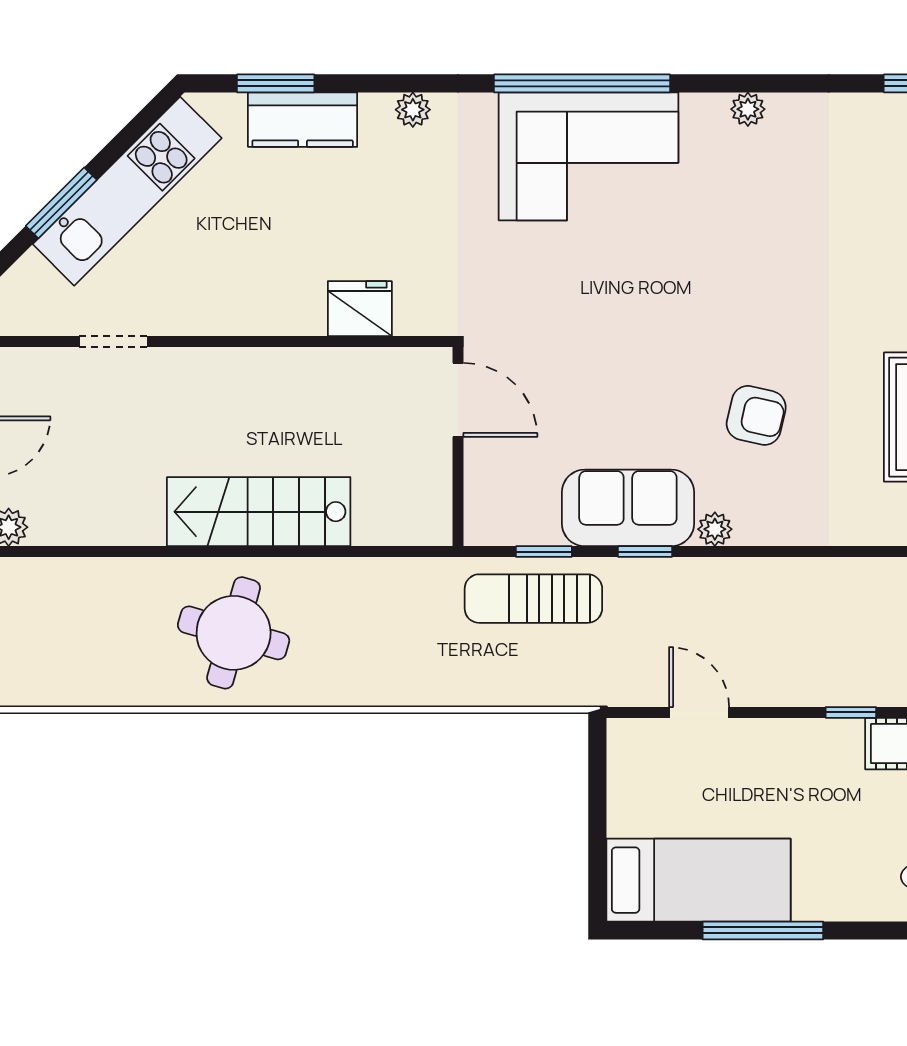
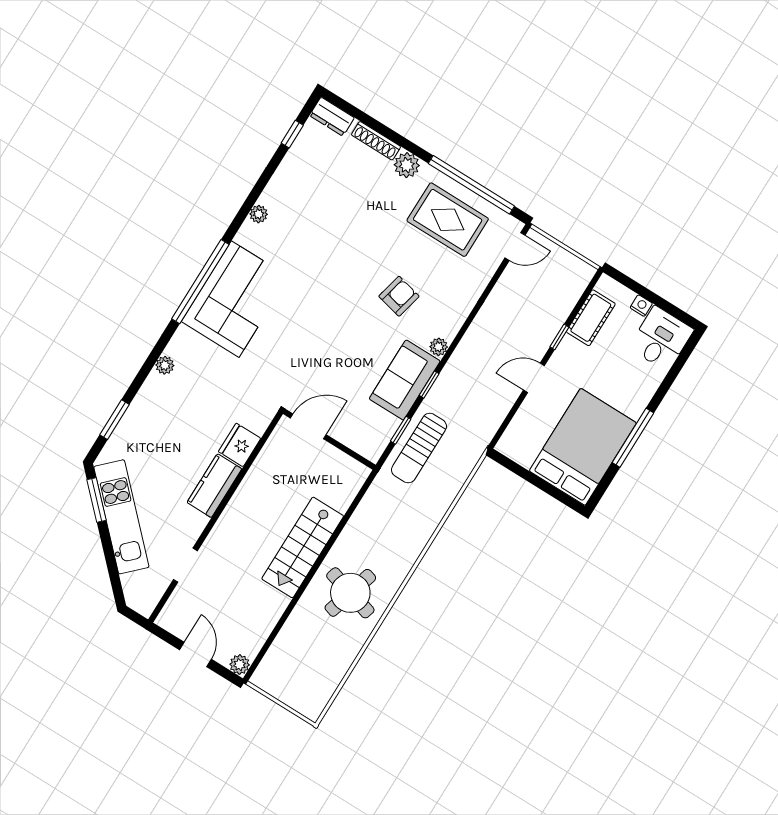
kitchen counter: (303, 120) -> (214, 486), moved, turned 180
window: (61, 203) -> (97, 500), moved
door: (699, 712) -> (534, 378), moved
bed: (698, 880) -> (583, 447), width x1.50

